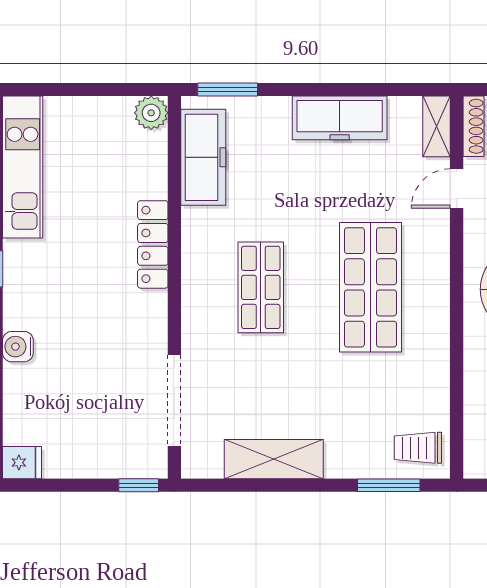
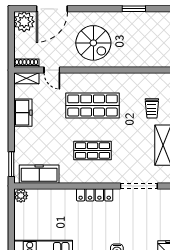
freezer: (340, 118) -> (23, 113), width x0.71
locker: (153, 244) -> (95, 195), moved
trolley: (418, 448) -> (152, 108), moved

